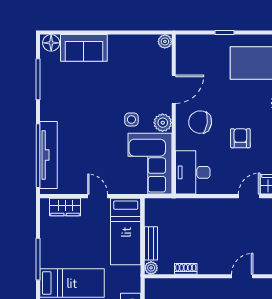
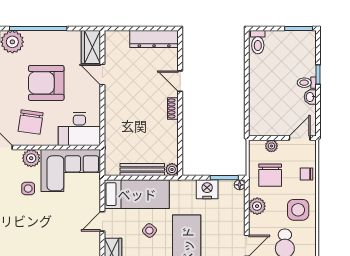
armchair: (240, 138) -> (46, 83), width x1.88, depth x1.88
bench: (151, 243) -> (142, 170), width x1.36
side table: (88, 245) -> (149, 231), added
shoe rack: (186, 269) -> (173, 108), moved

